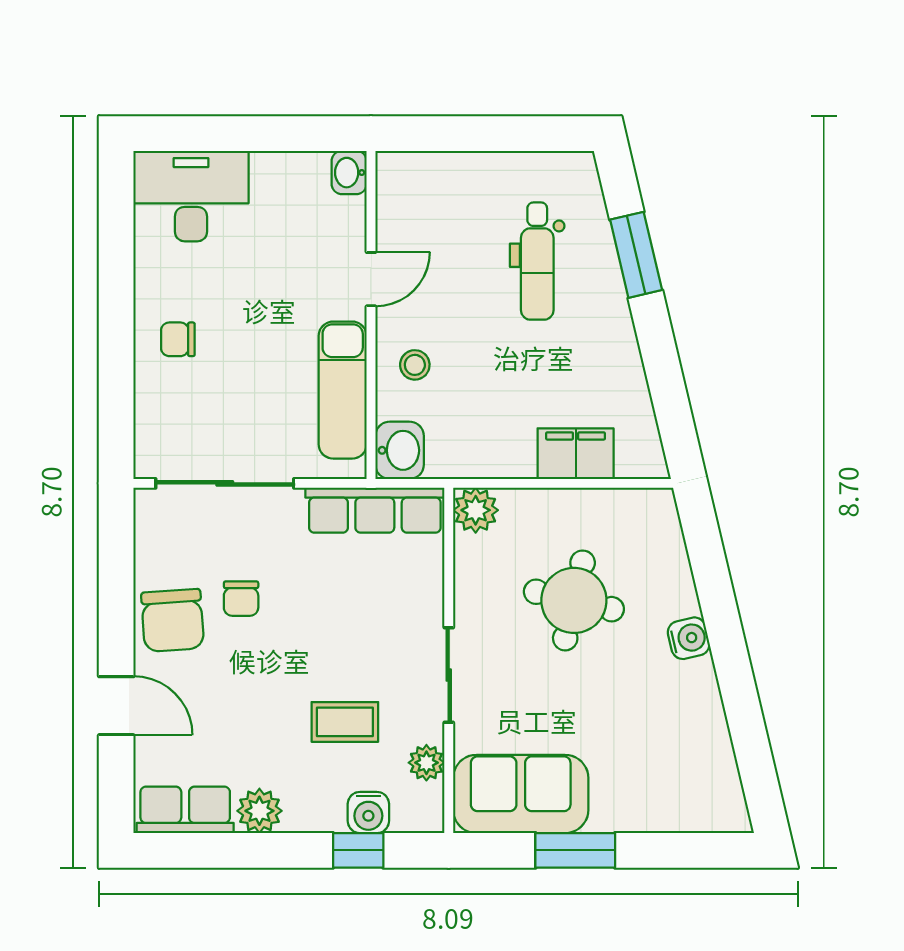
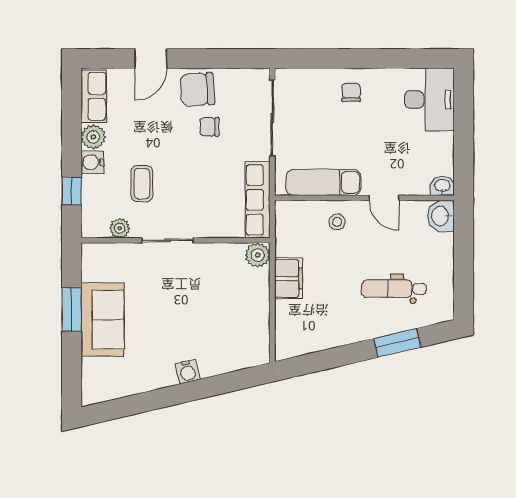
washbasin: (400, 450) -> (441, 216), moved, turned 90
filing cabinet: (576, 454) -> (289, 278), moved
round table: (574, 600) -> (208, 309), removed
sofa: (521, 794) -> (103, 320), moved
water cooler: (368, 812) -> (92, 162), moved

